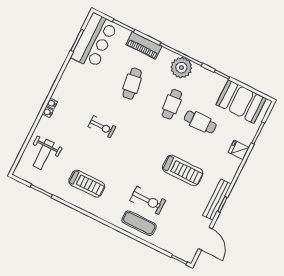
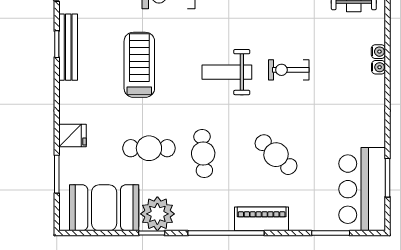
piano: (144, 45) -> (262, 219), moved
plant: (181, 68) -> (157, 214), moved
cafe table: (132, 84) -> (276, 155), turned -39
weight bench: (137, 142) -> (227, 72), added
treadmill: (183, 170) -> (139, 65), turned 90

